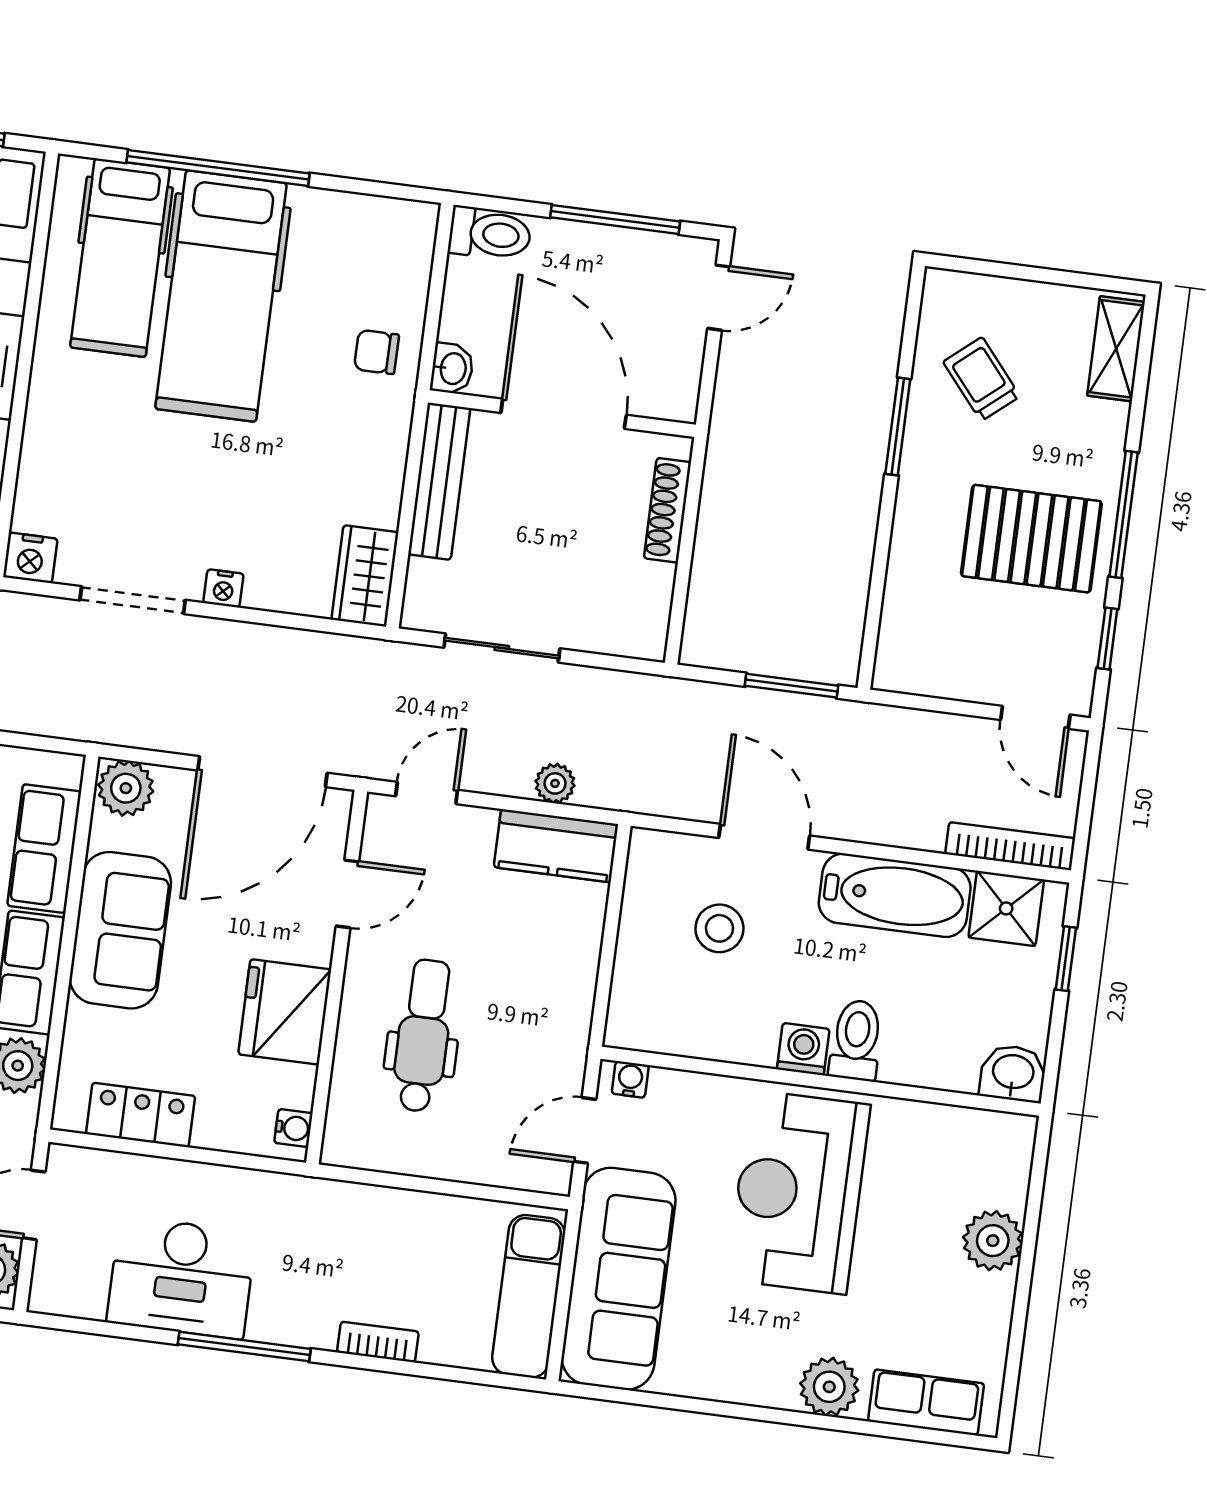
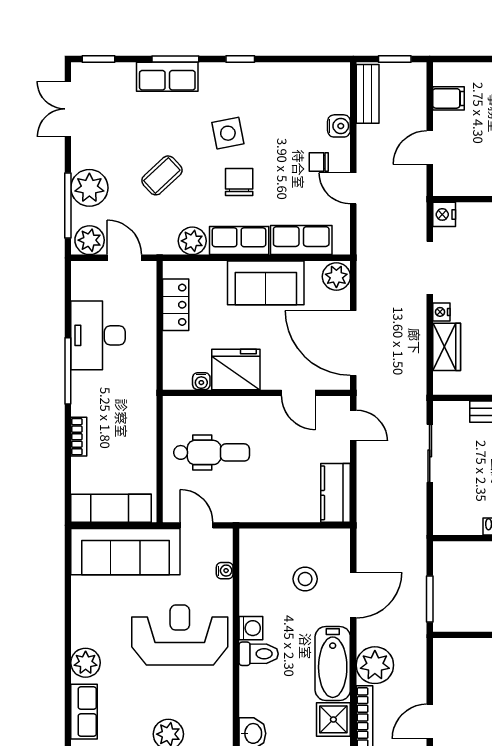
wardrobe: (365, 576) -> (447, 347), moved, turned 90
plant: (555, 783) -> (375, 665), moved, width x1.88, depth x1.88
dental chair: (423, 1036) -> (212, 452), moved
water cooler: (630, 1079) -> (225, 571), moved
water cooler: (293, 1128) -> (201, 381), moved

